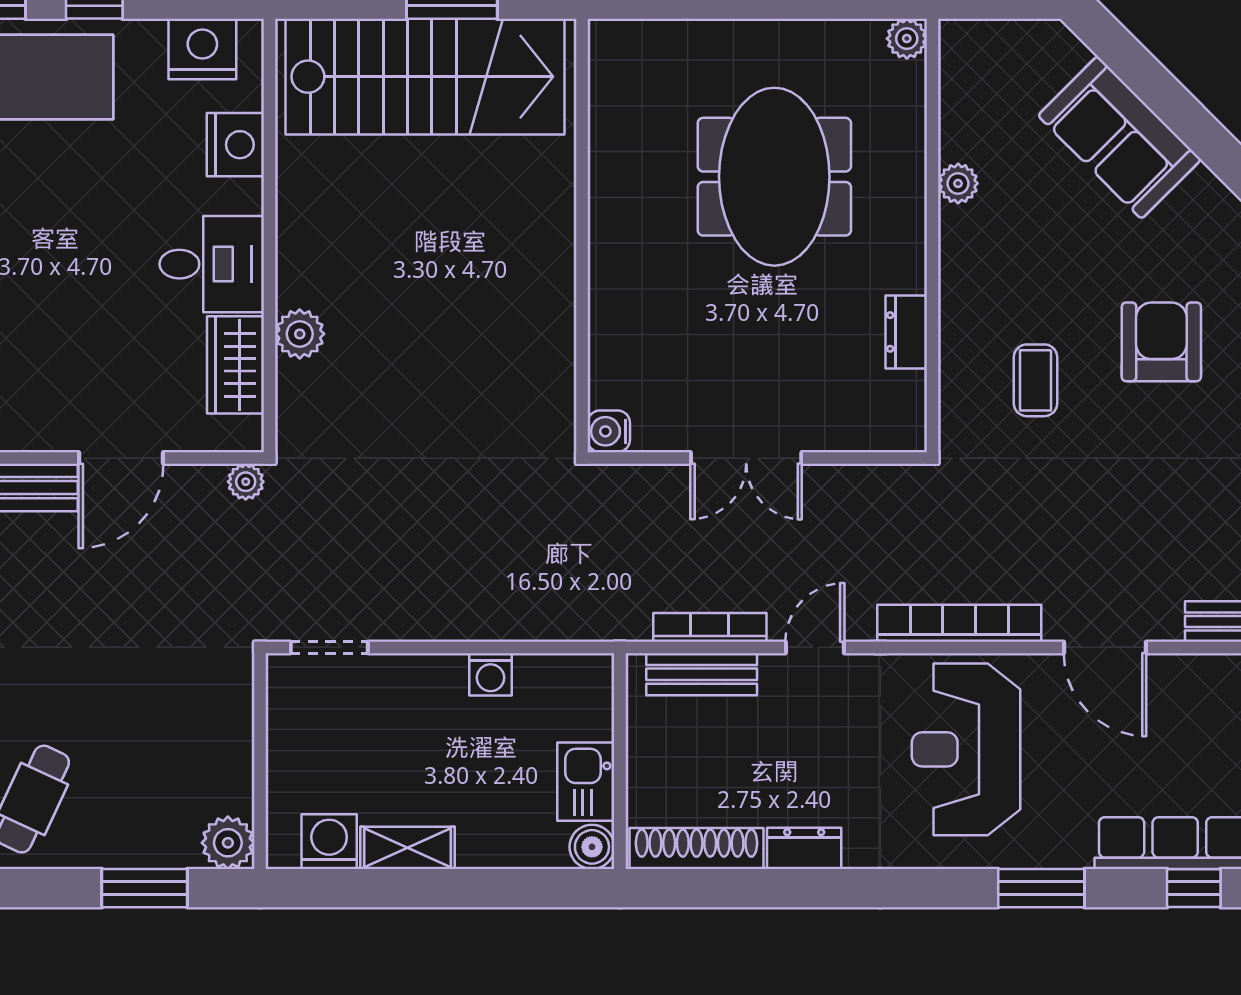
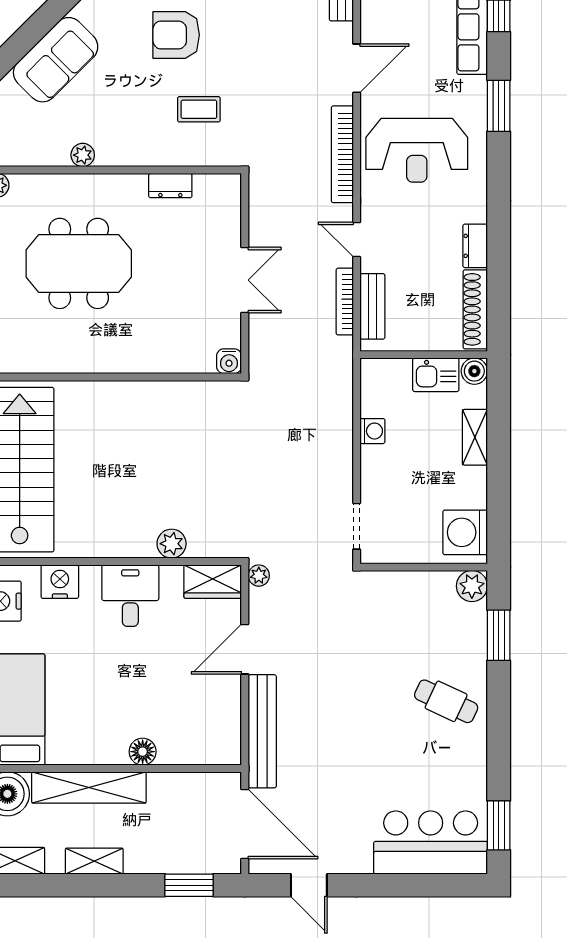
wardrobe: (235, 365) -> (213, 582), moved
door: (121, 458) -> (245, 649), swing flipped
washing machine: (329, 842) -> (465, 532), width x1.37, depth x1.37
shelving: (408, 848) -> (475, 437), moved

